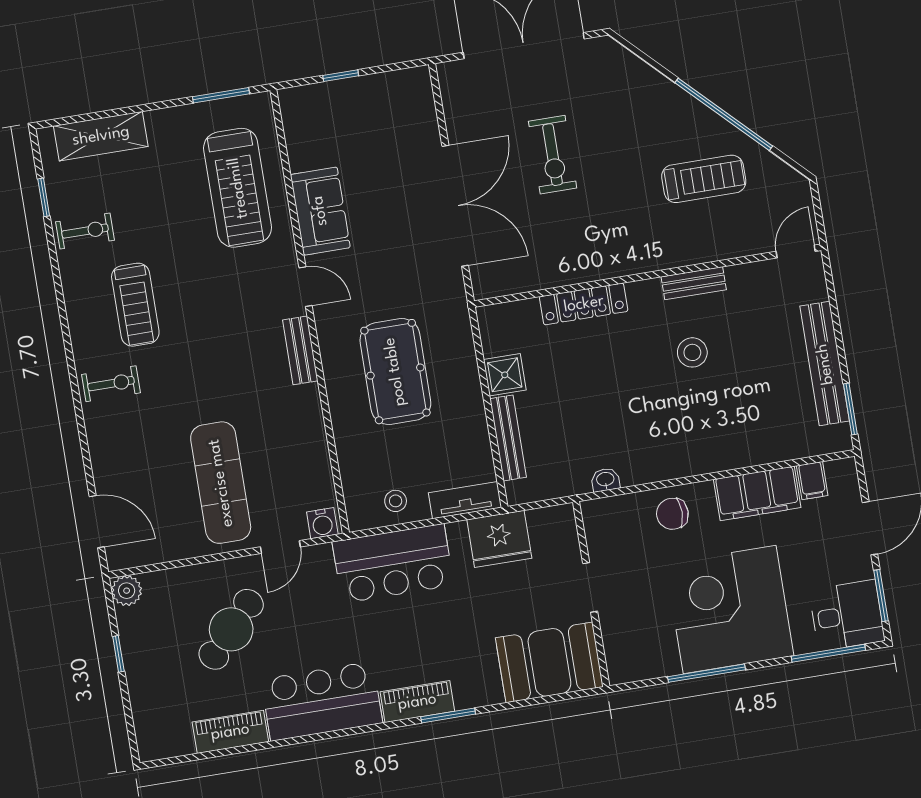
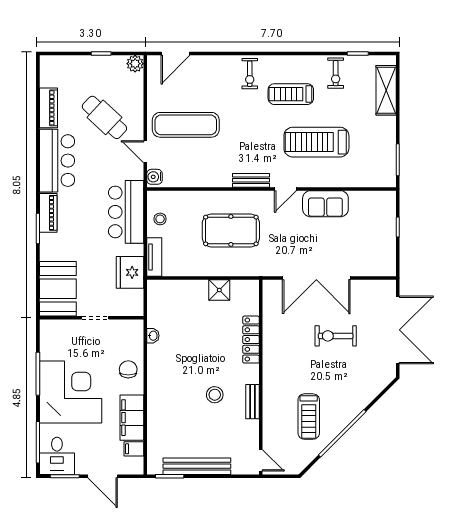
treadmill: (238, 188) -> (316, 142), moved
bench: (508, 438) -> (184, 286), removed

